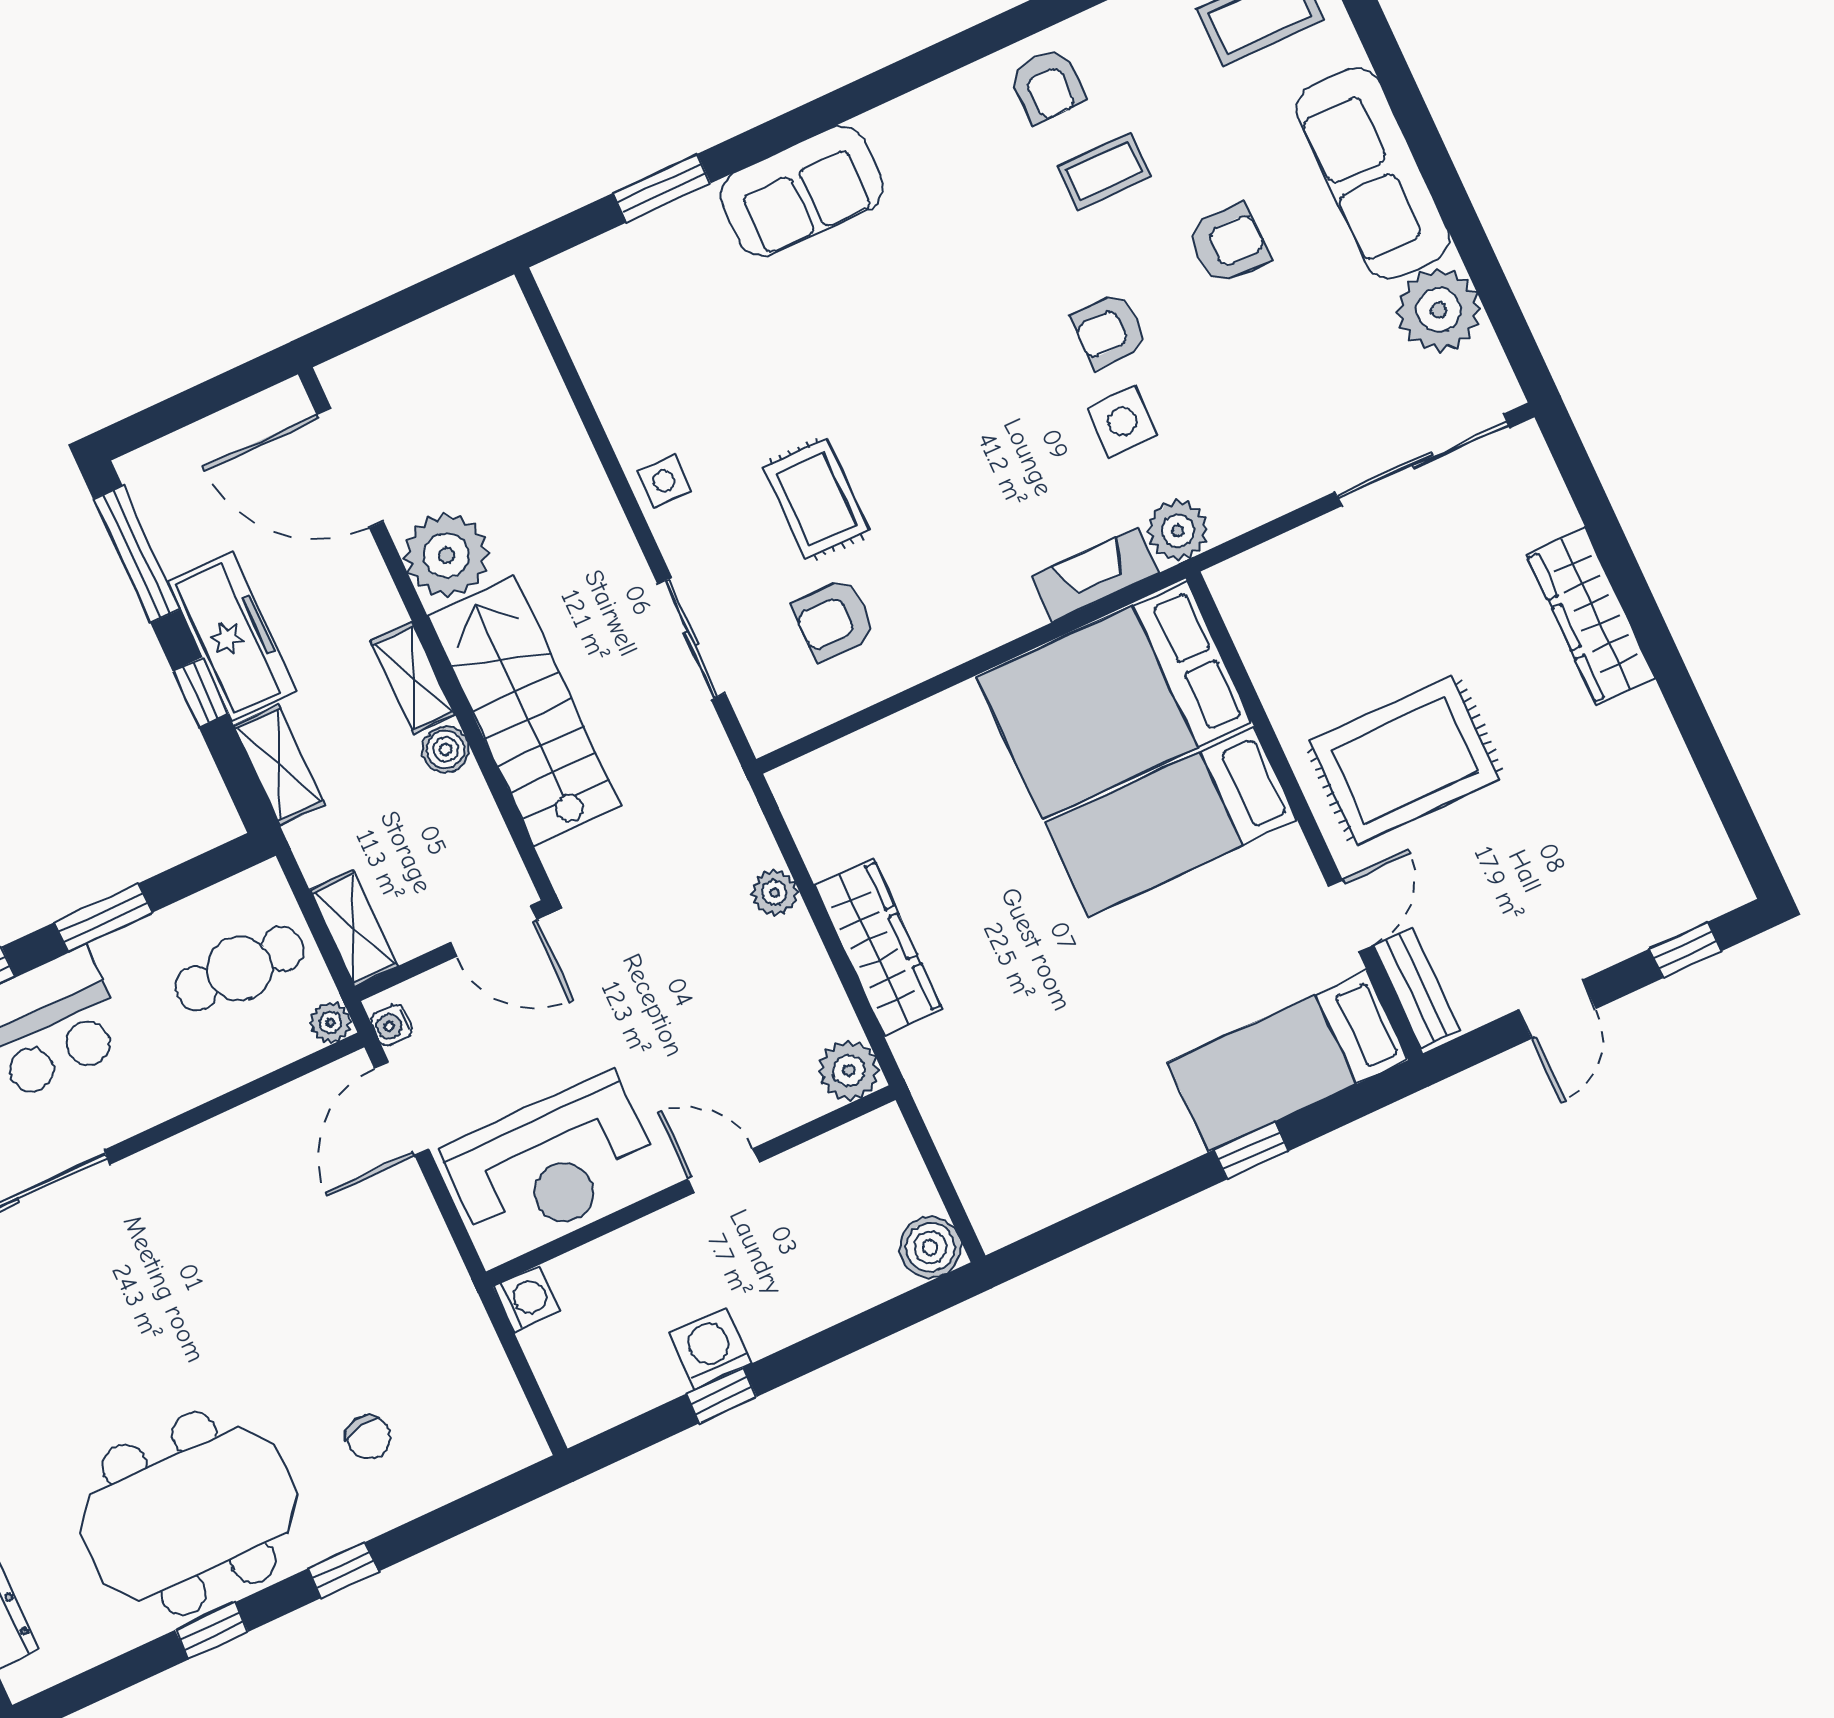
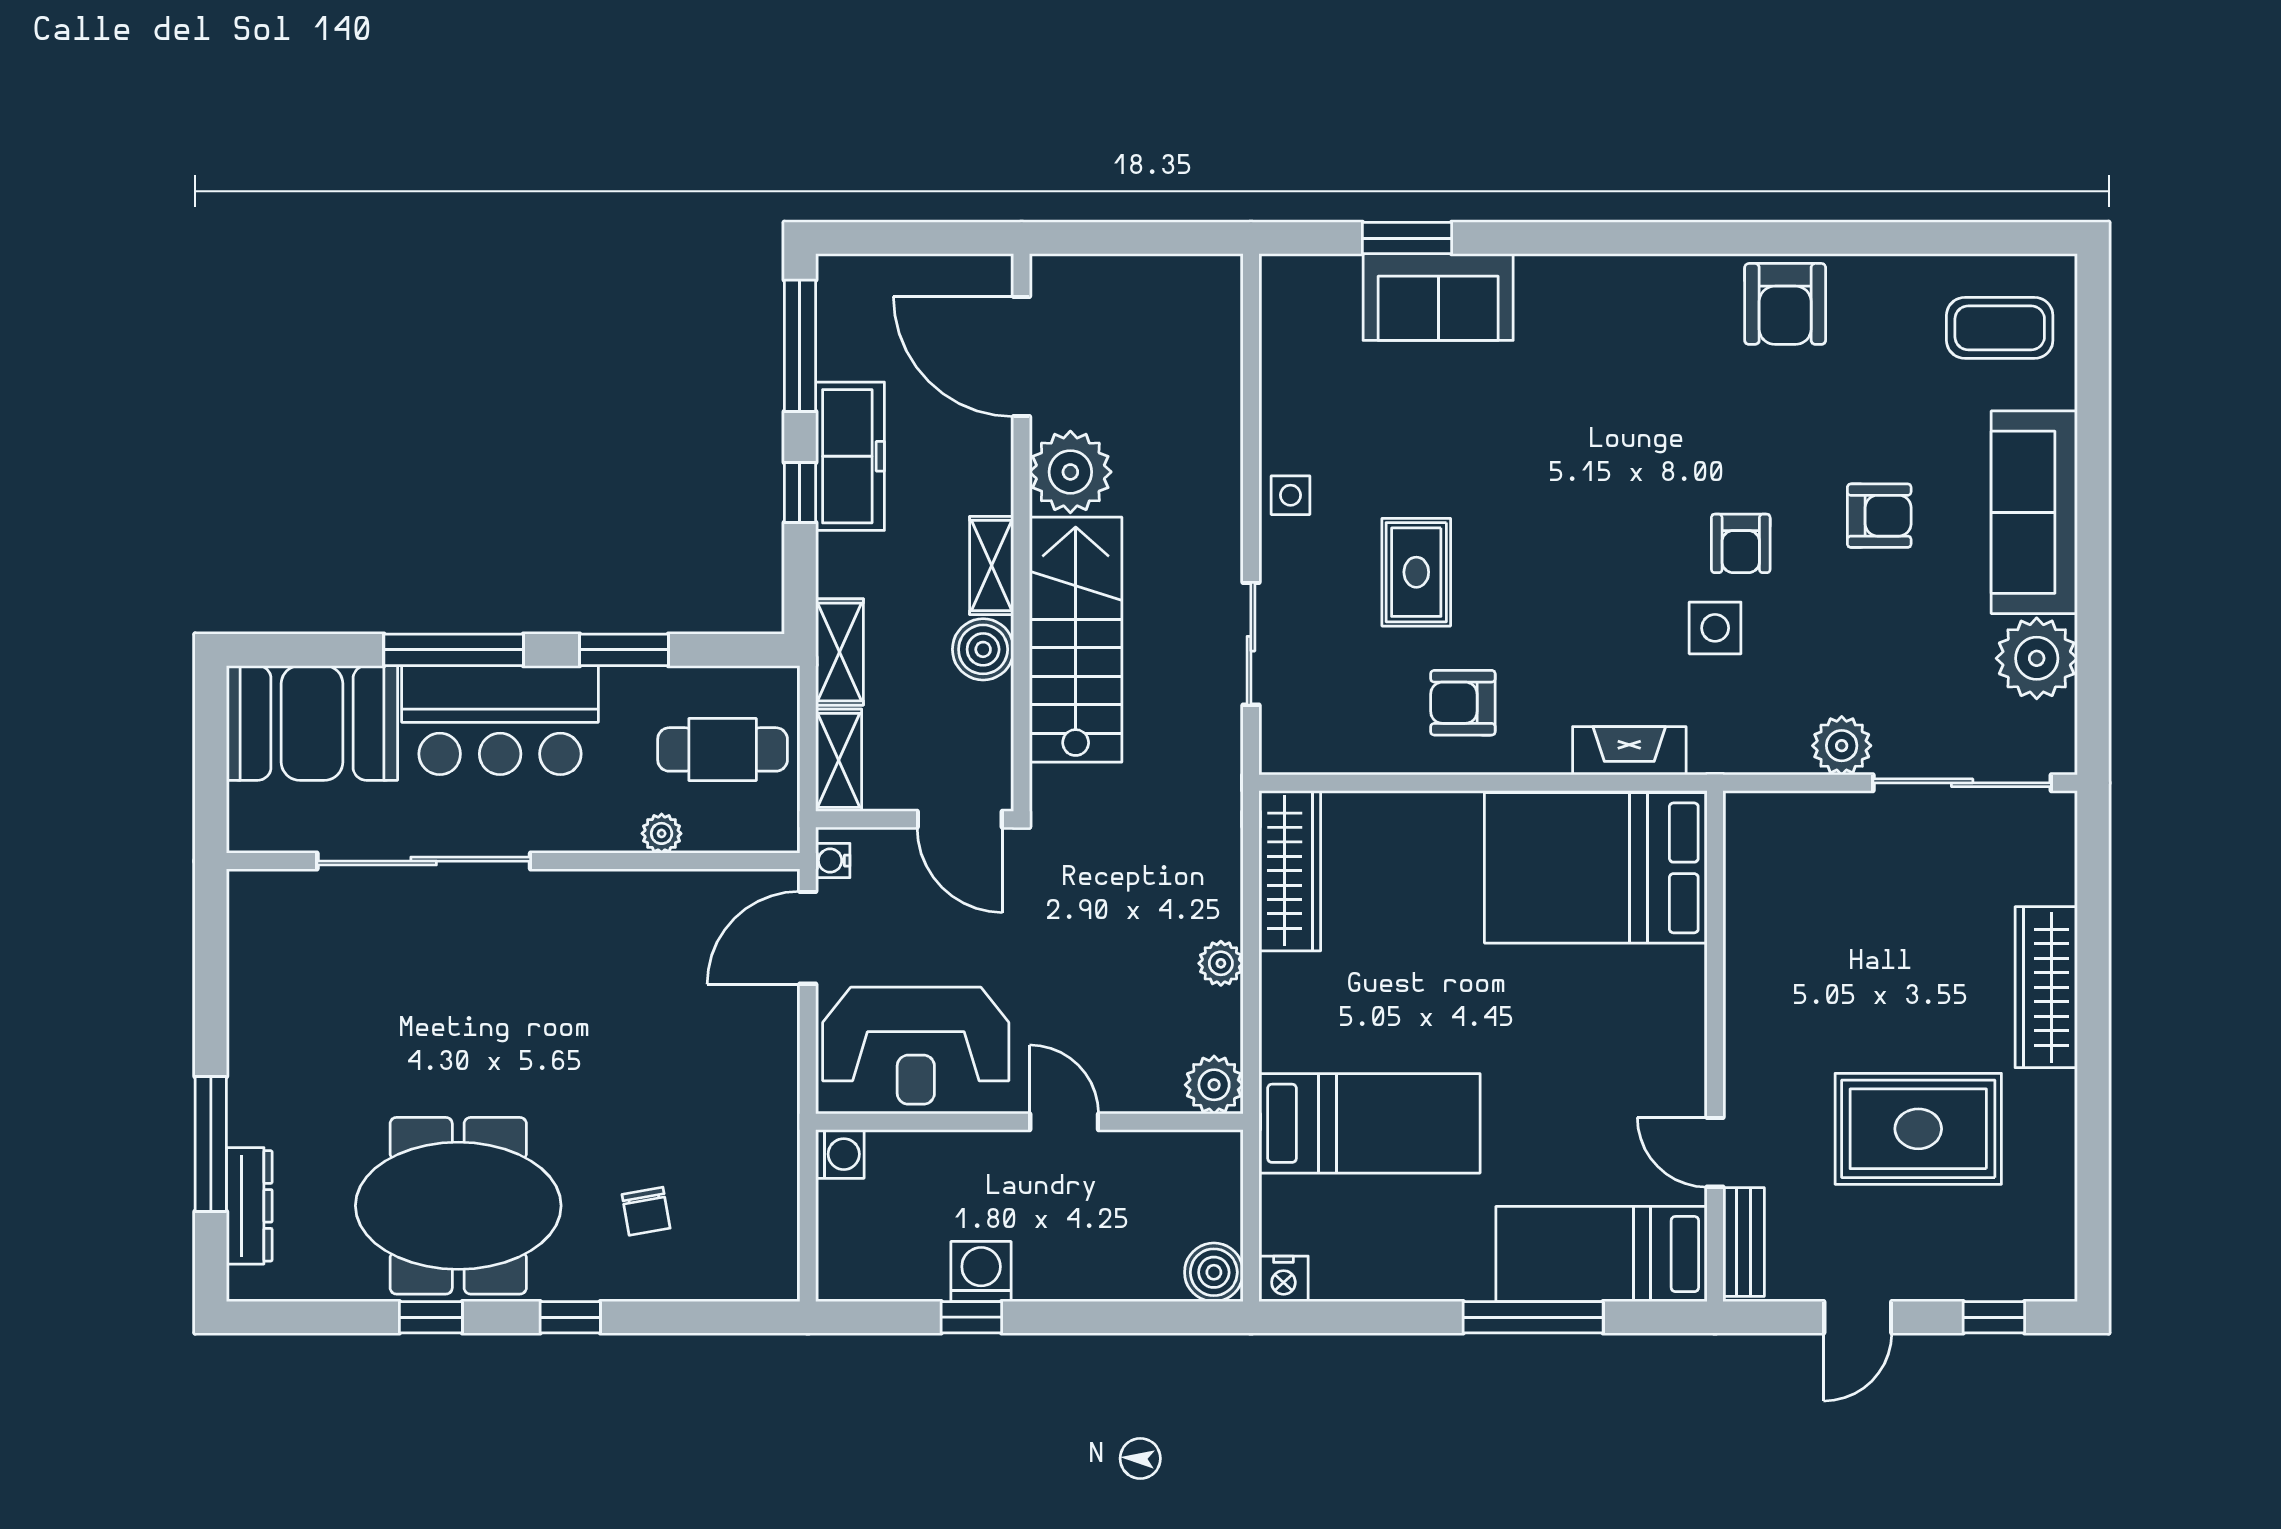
armchair: (1047, 86) -> (1785, 304), width x1.38, depth x1.38
coffee table: (1104, 171) -> (1800, 402), removed
sofa: (802, 191) -> (1438, 297), moved
armchair: (1110, 331) -> (1741, 543), turned -90
plant: (1178, 531) -> (1842, 746), moved
armchair: (834, 620) -> (1463, 703), moved
boiler: (446, 749) -> (983, 649), width x1.36, depth x1.36
rug: (1405, 760) -> (1918, 1129), moved
shelving: (279, 765) -> (840, 652), moved
bed: (1171, 821) -> (1369, 1123), moved, turned 180
plant: (774, 893) -> (1221, 963), moved
door: (1350, 916) -> (1715, 1152), swing flipped
wardrobe: (879, 947) -> (1290, 871), moved
plant: (330, 1023) -> (662, 833), moved
window: (1251, 1151) -> (1533, 1317), width x2.17
nightstand: (999, 1223) -> (1283, 1279), added

